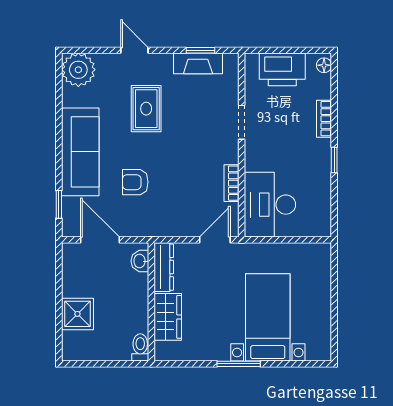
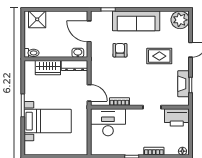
printer: (282, 69) -> (177, 117), moved, turned -90
door: (100, 240) -> (89, 31), swing flipped
shower: (77, 314) -> (37, 19), moved

